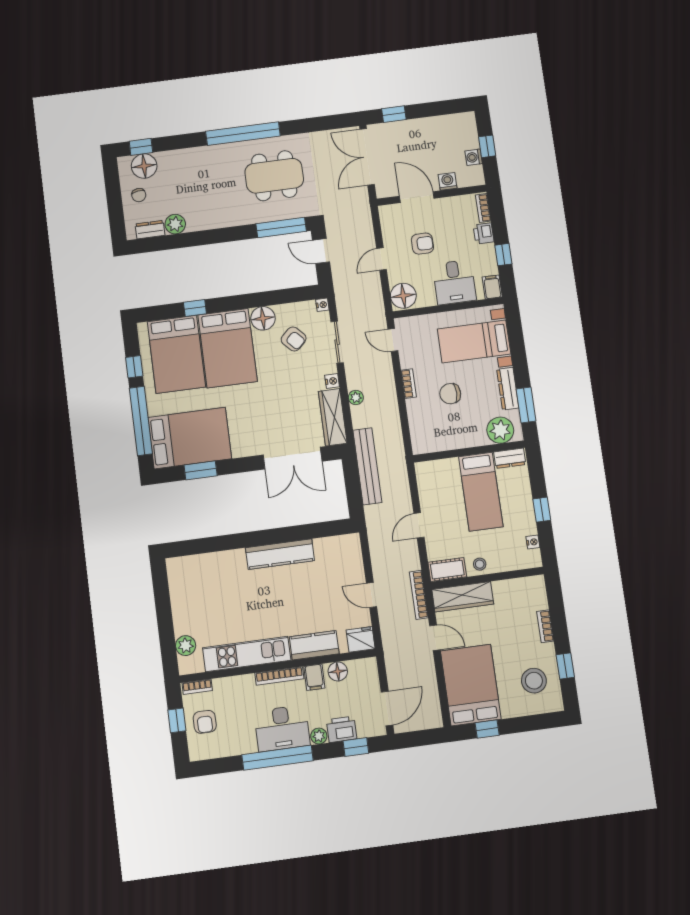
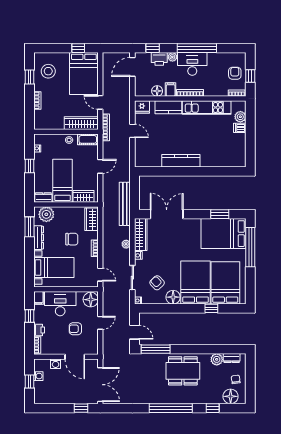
window: (141, 147) -> (213, 408), moved
dining table: (274, 176) -> (183, 371), moved
desk: (454, 282) -> (60, 304), width x1.37
window: (134, 367) -> (250, 279), removed
wardrobe: (421, 432) -> (91, 219), added
wardrobe: (441, 470) -> (83, 196), added
dishwasher: (184, 626) -> (240, 128), added

